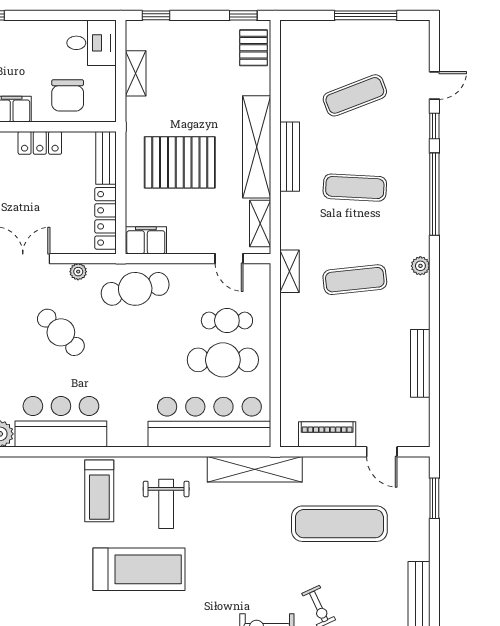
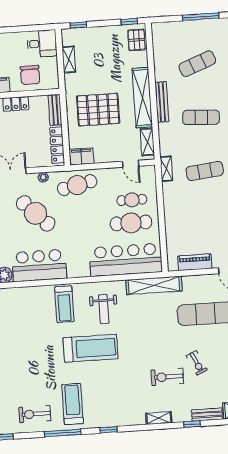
cafe table: (61, 332) -> (36, 213), width x1.37, depth x1.35

